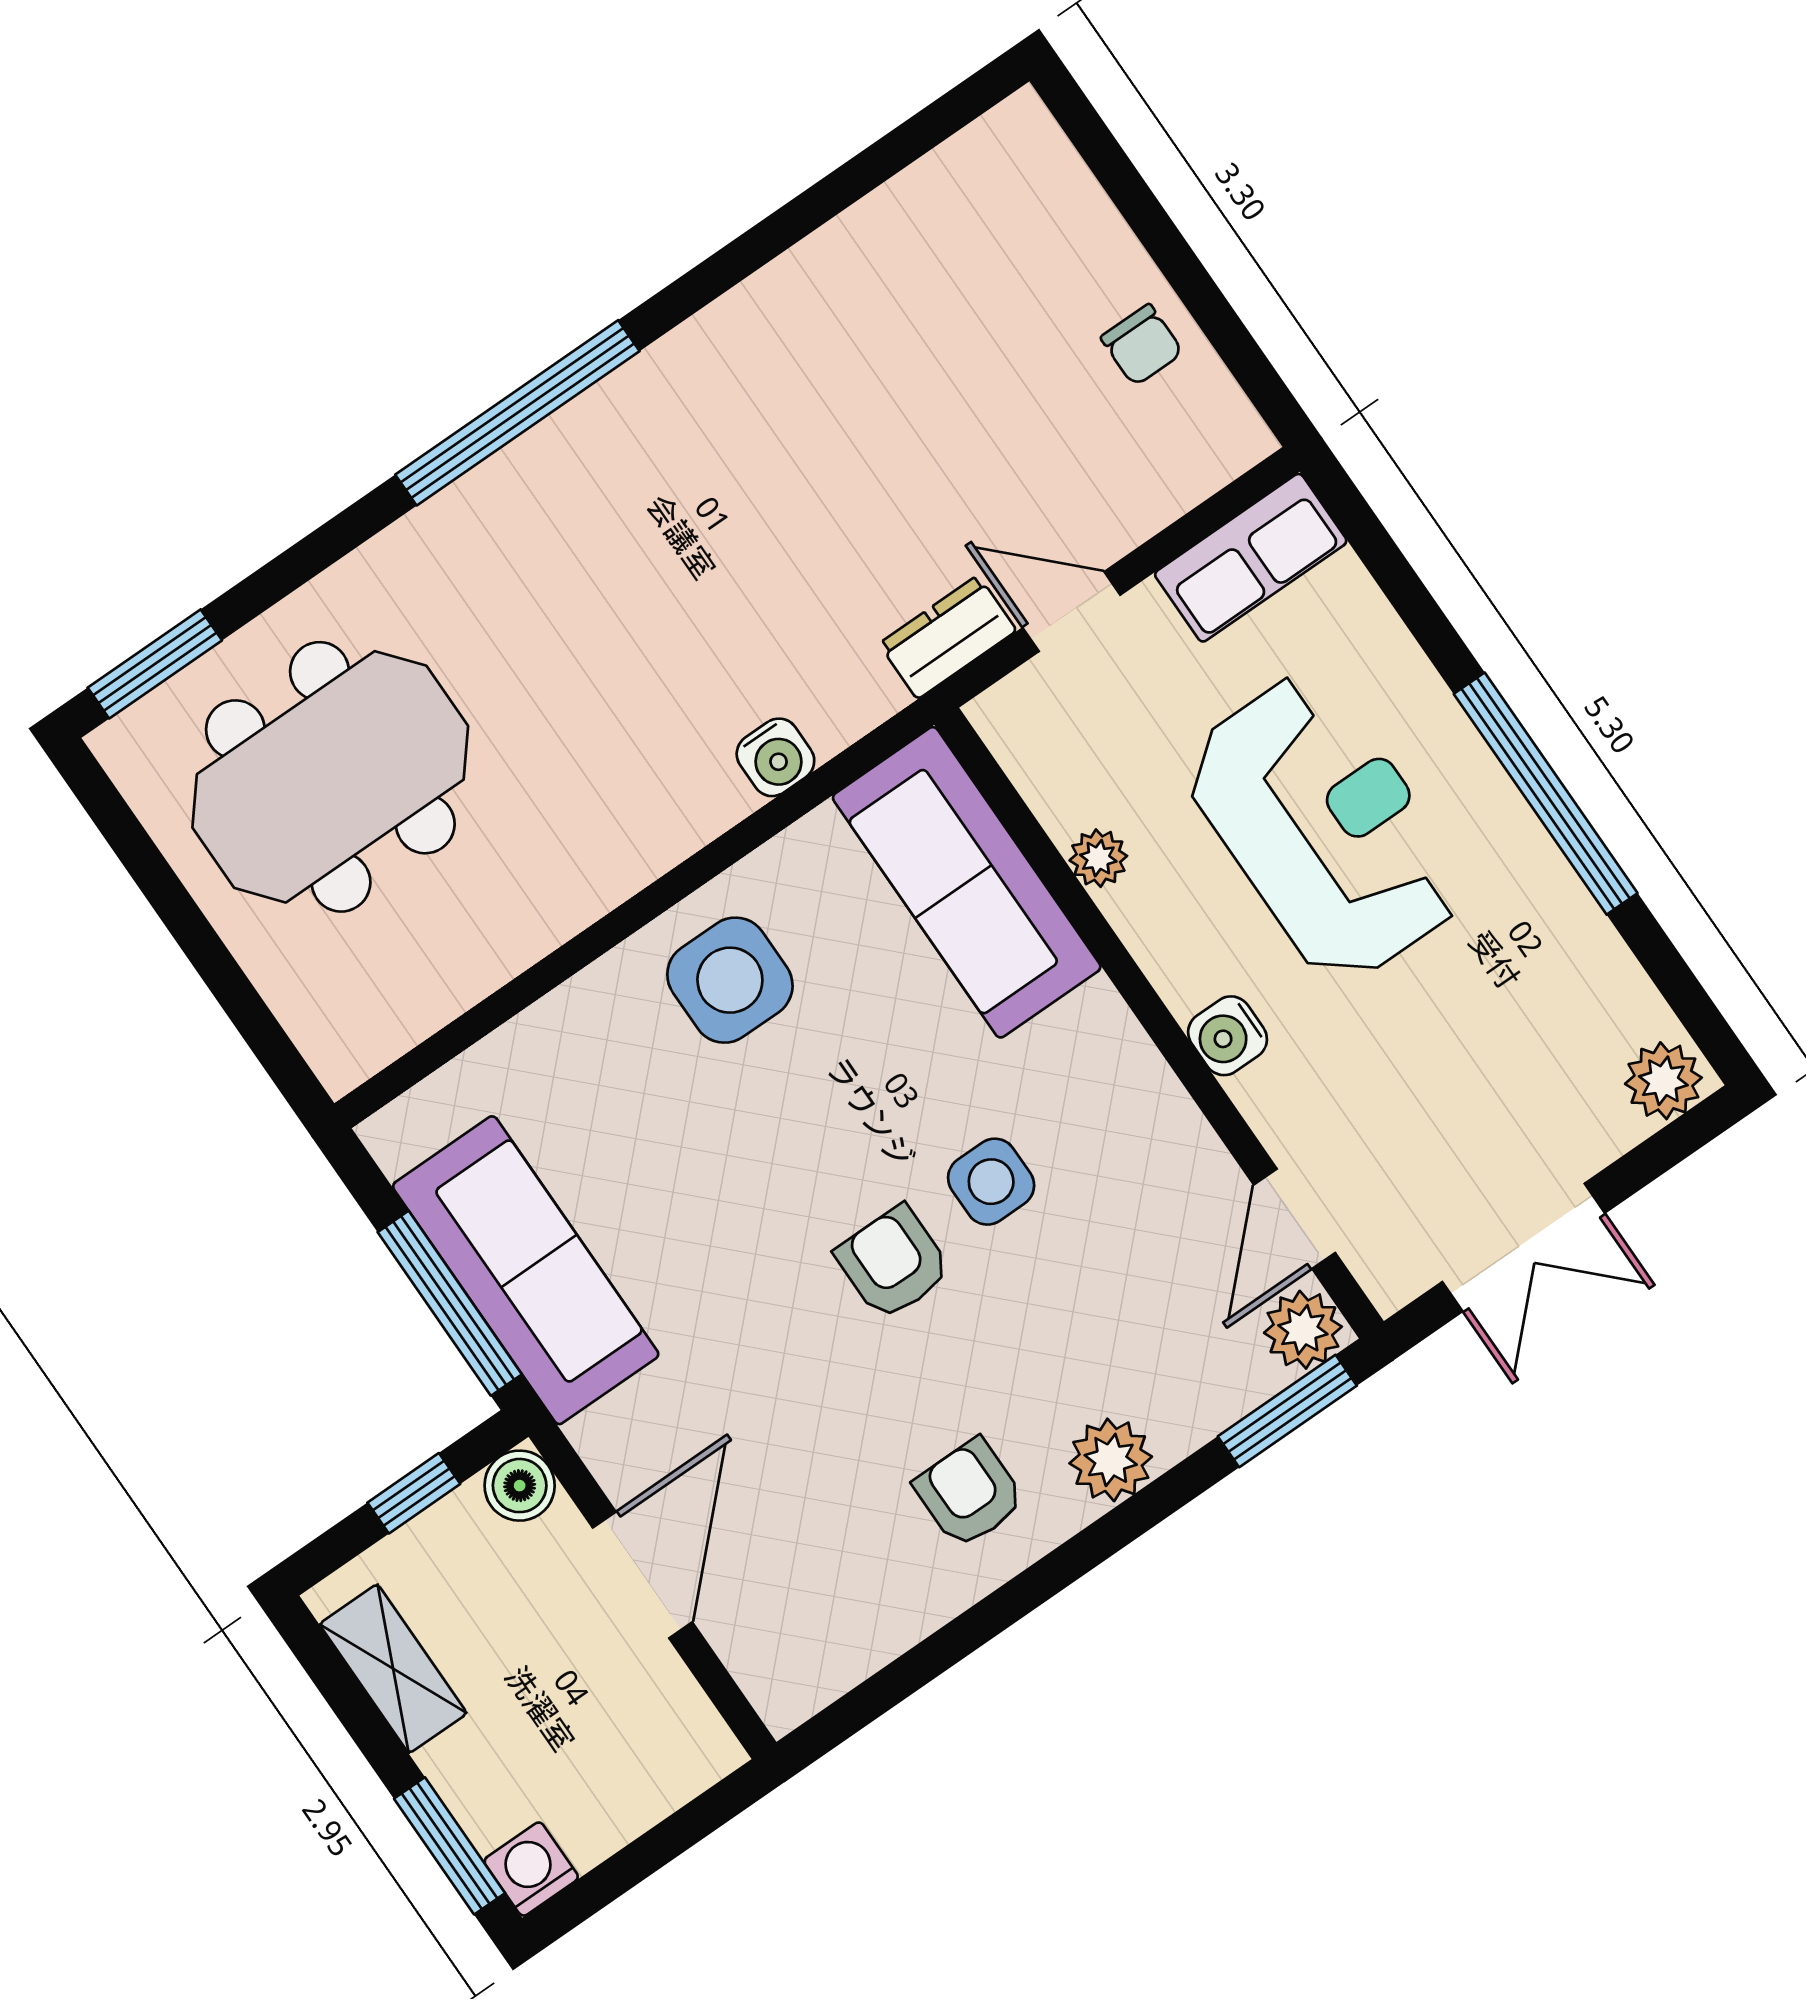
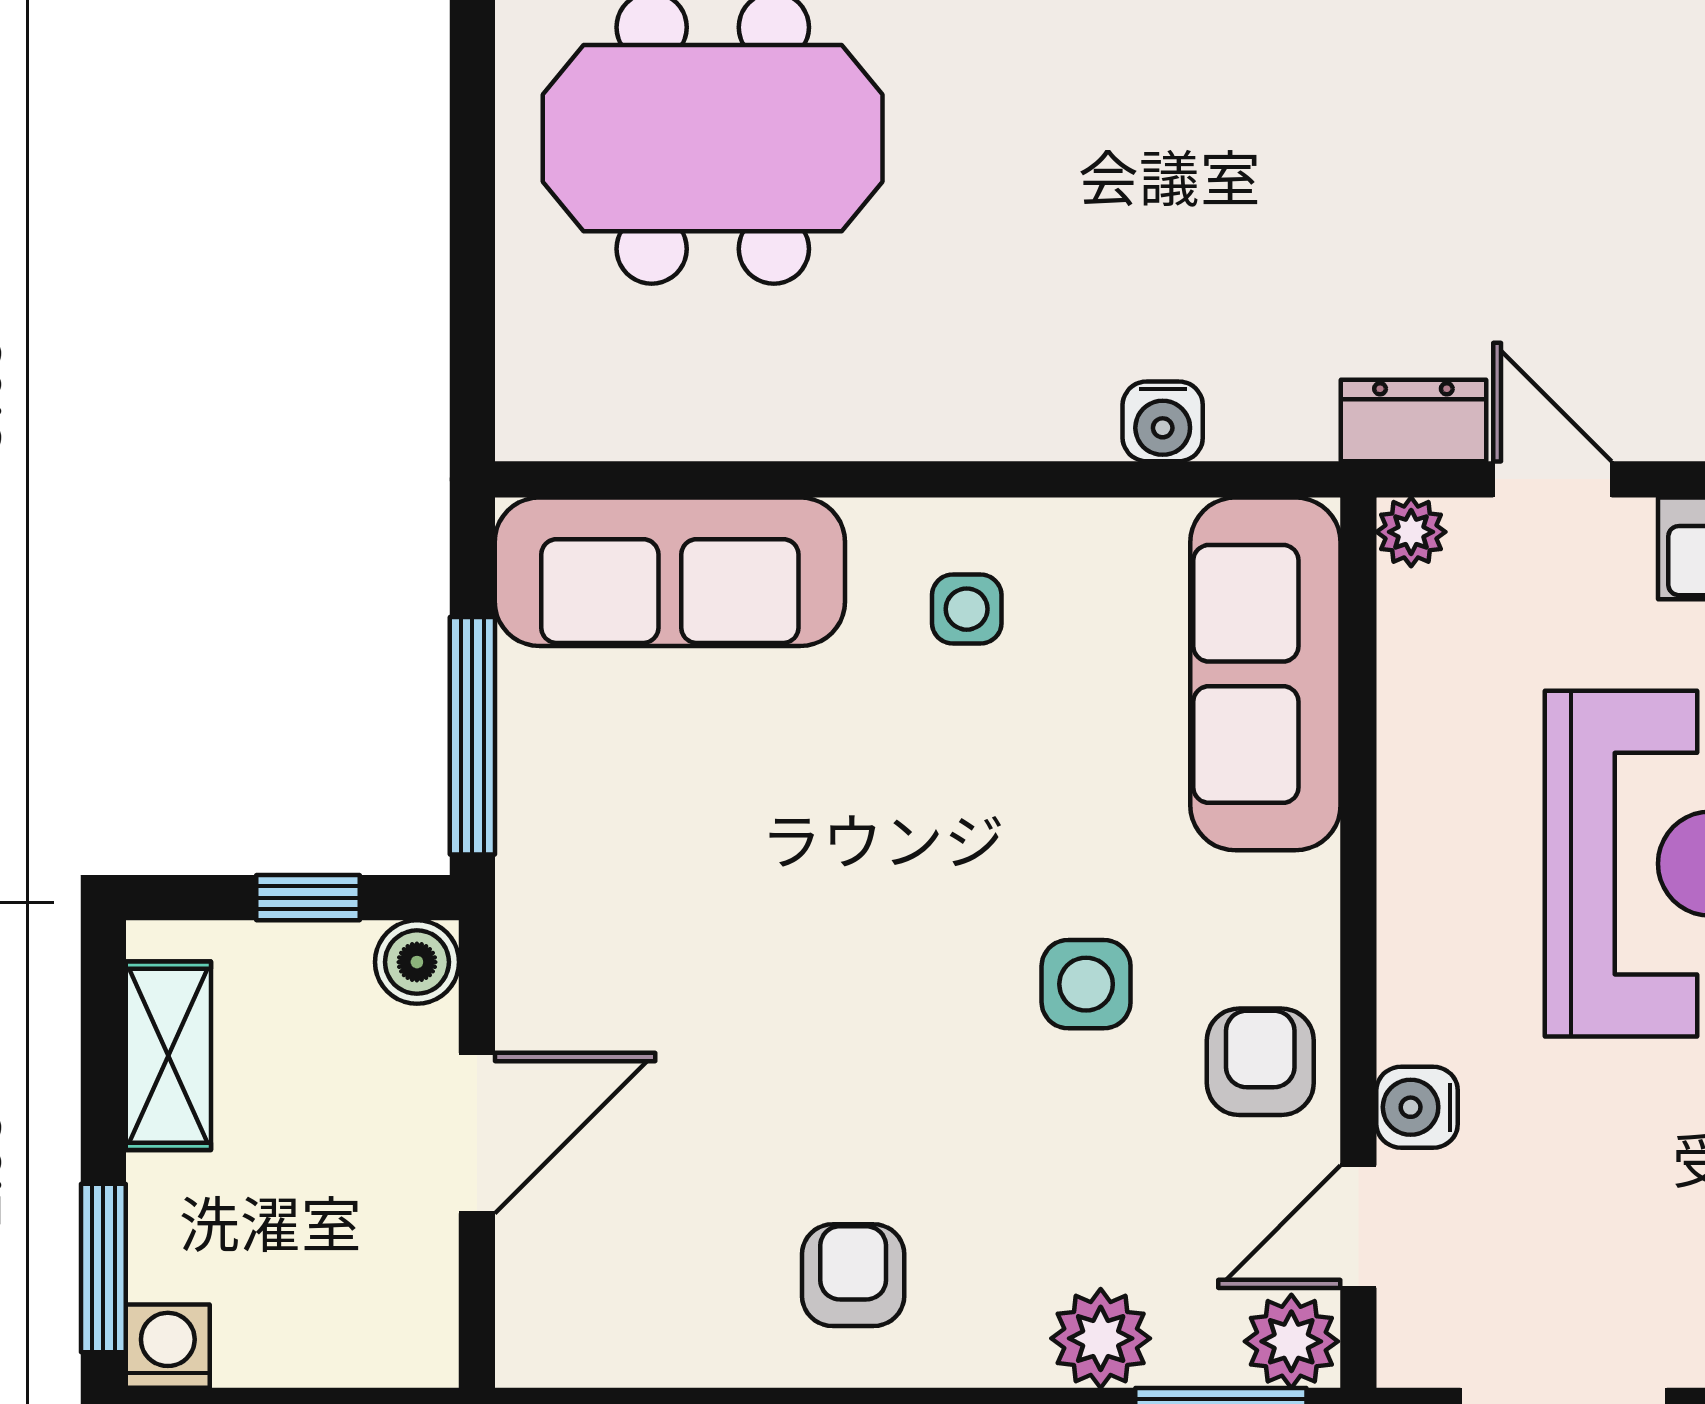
plant: (1098, 858) -> (1411, 532), moved
side table: (730, 980) -> (967, 609), width x0.54, depth x0.54
water cooler: (1228, 1036) -> (1417, 1107), moved
armchair: (893, 1263) -> (1260, 1062), moved
sofa: (526, 1270) -> (670, 572), moved, turned 90
plant: (1111, 1460) -> (1101, 1338), moved

